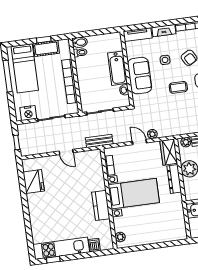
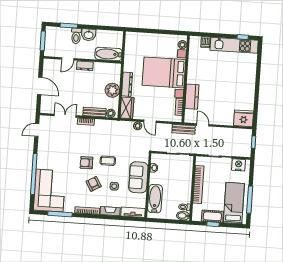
bathtub: (117, 68) -> (155, 199), moved
door: (66, 152) -> (203, 125), moved
fridge: (34, 182) -> (244, 118), moved, turned 90
bed with nightstands: (134, 194) -> (164, 72), width x1.36
kitchen counter: (101, 205) -> (192, 97), moved

